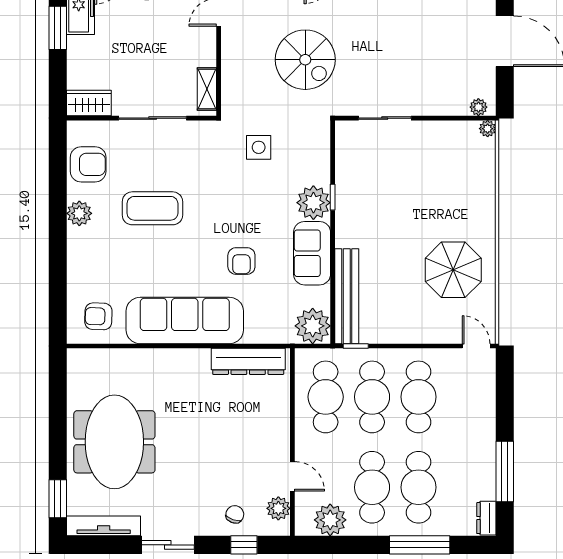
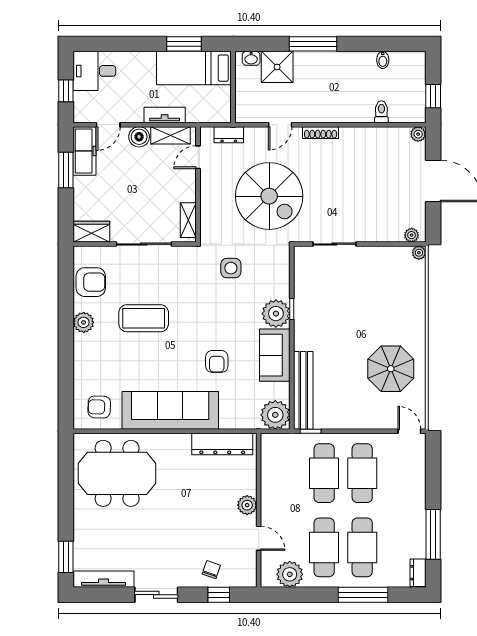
spiral stairs: (305, 60) -> (269, 196), width x1.37, depth x1.37
cafe table: (326, 397) -> (286, 473), removed
meeting table: (114, 442) -> (117, 473), moved, turned 90
plant: (278, 508) -> (247, 505), moved

